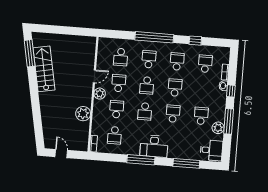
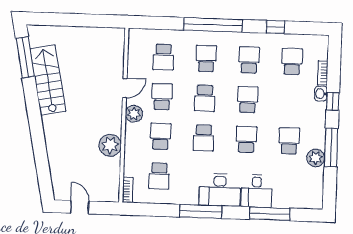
desk: (211, 150) -> (257, 191), moved, turned 90

